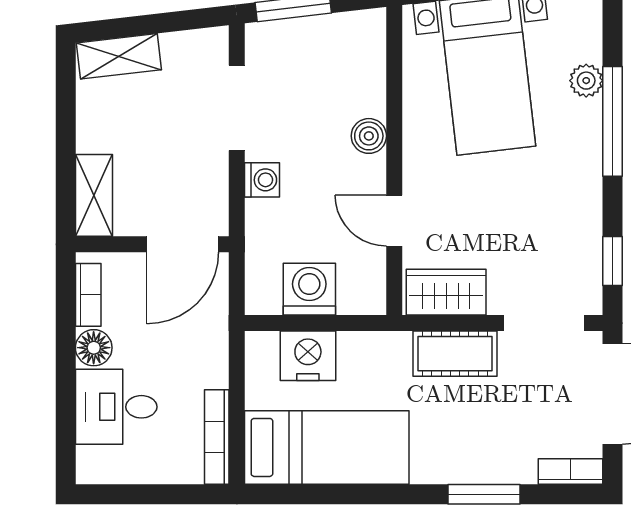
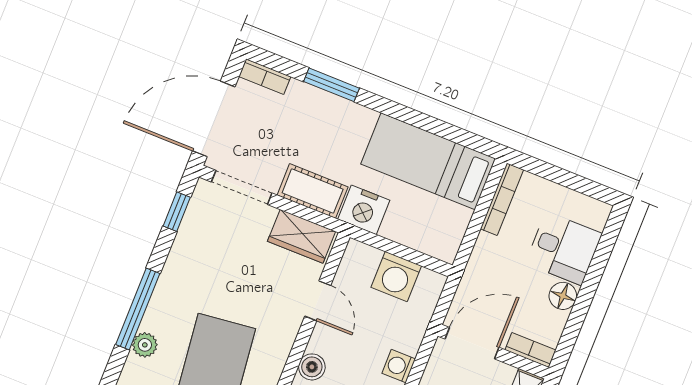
bookcase: (88, 295) -> (530, 350), moved, turned 90
nightstand: (308, 356) -> (364, 210), moved

